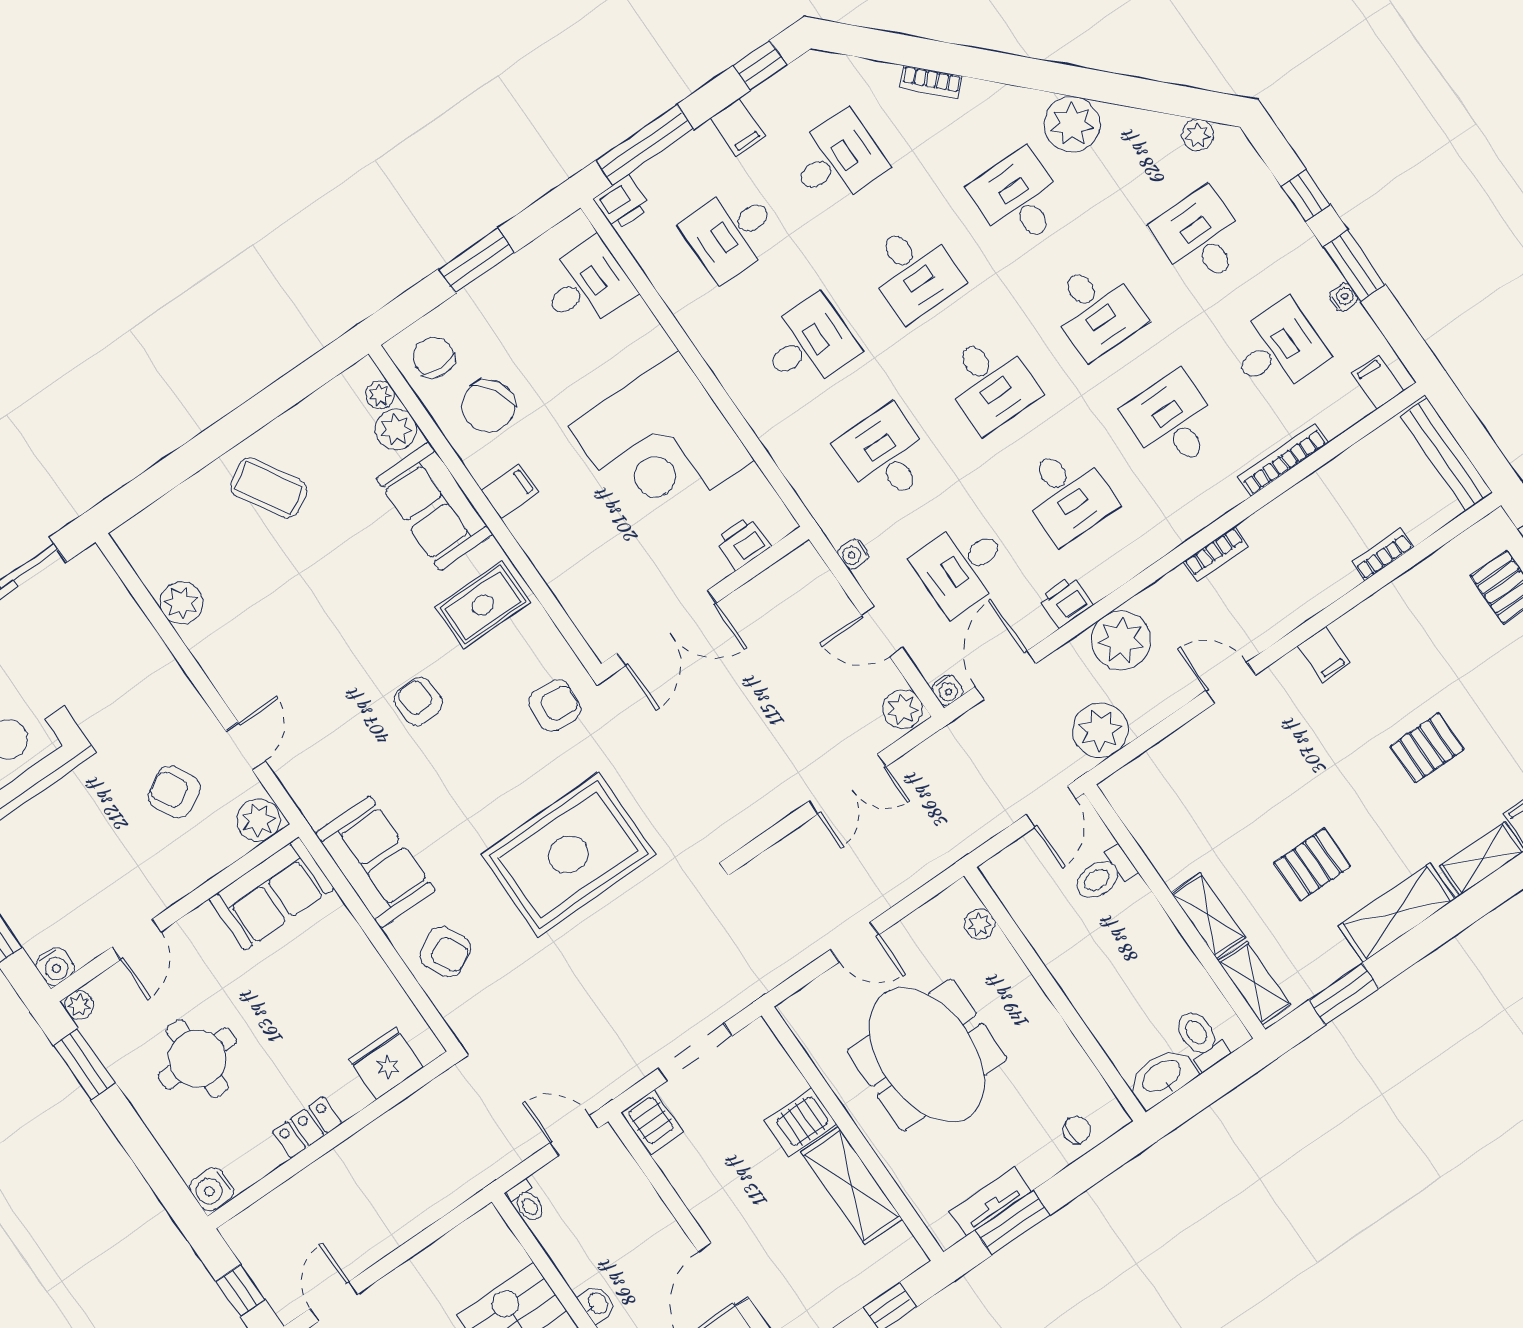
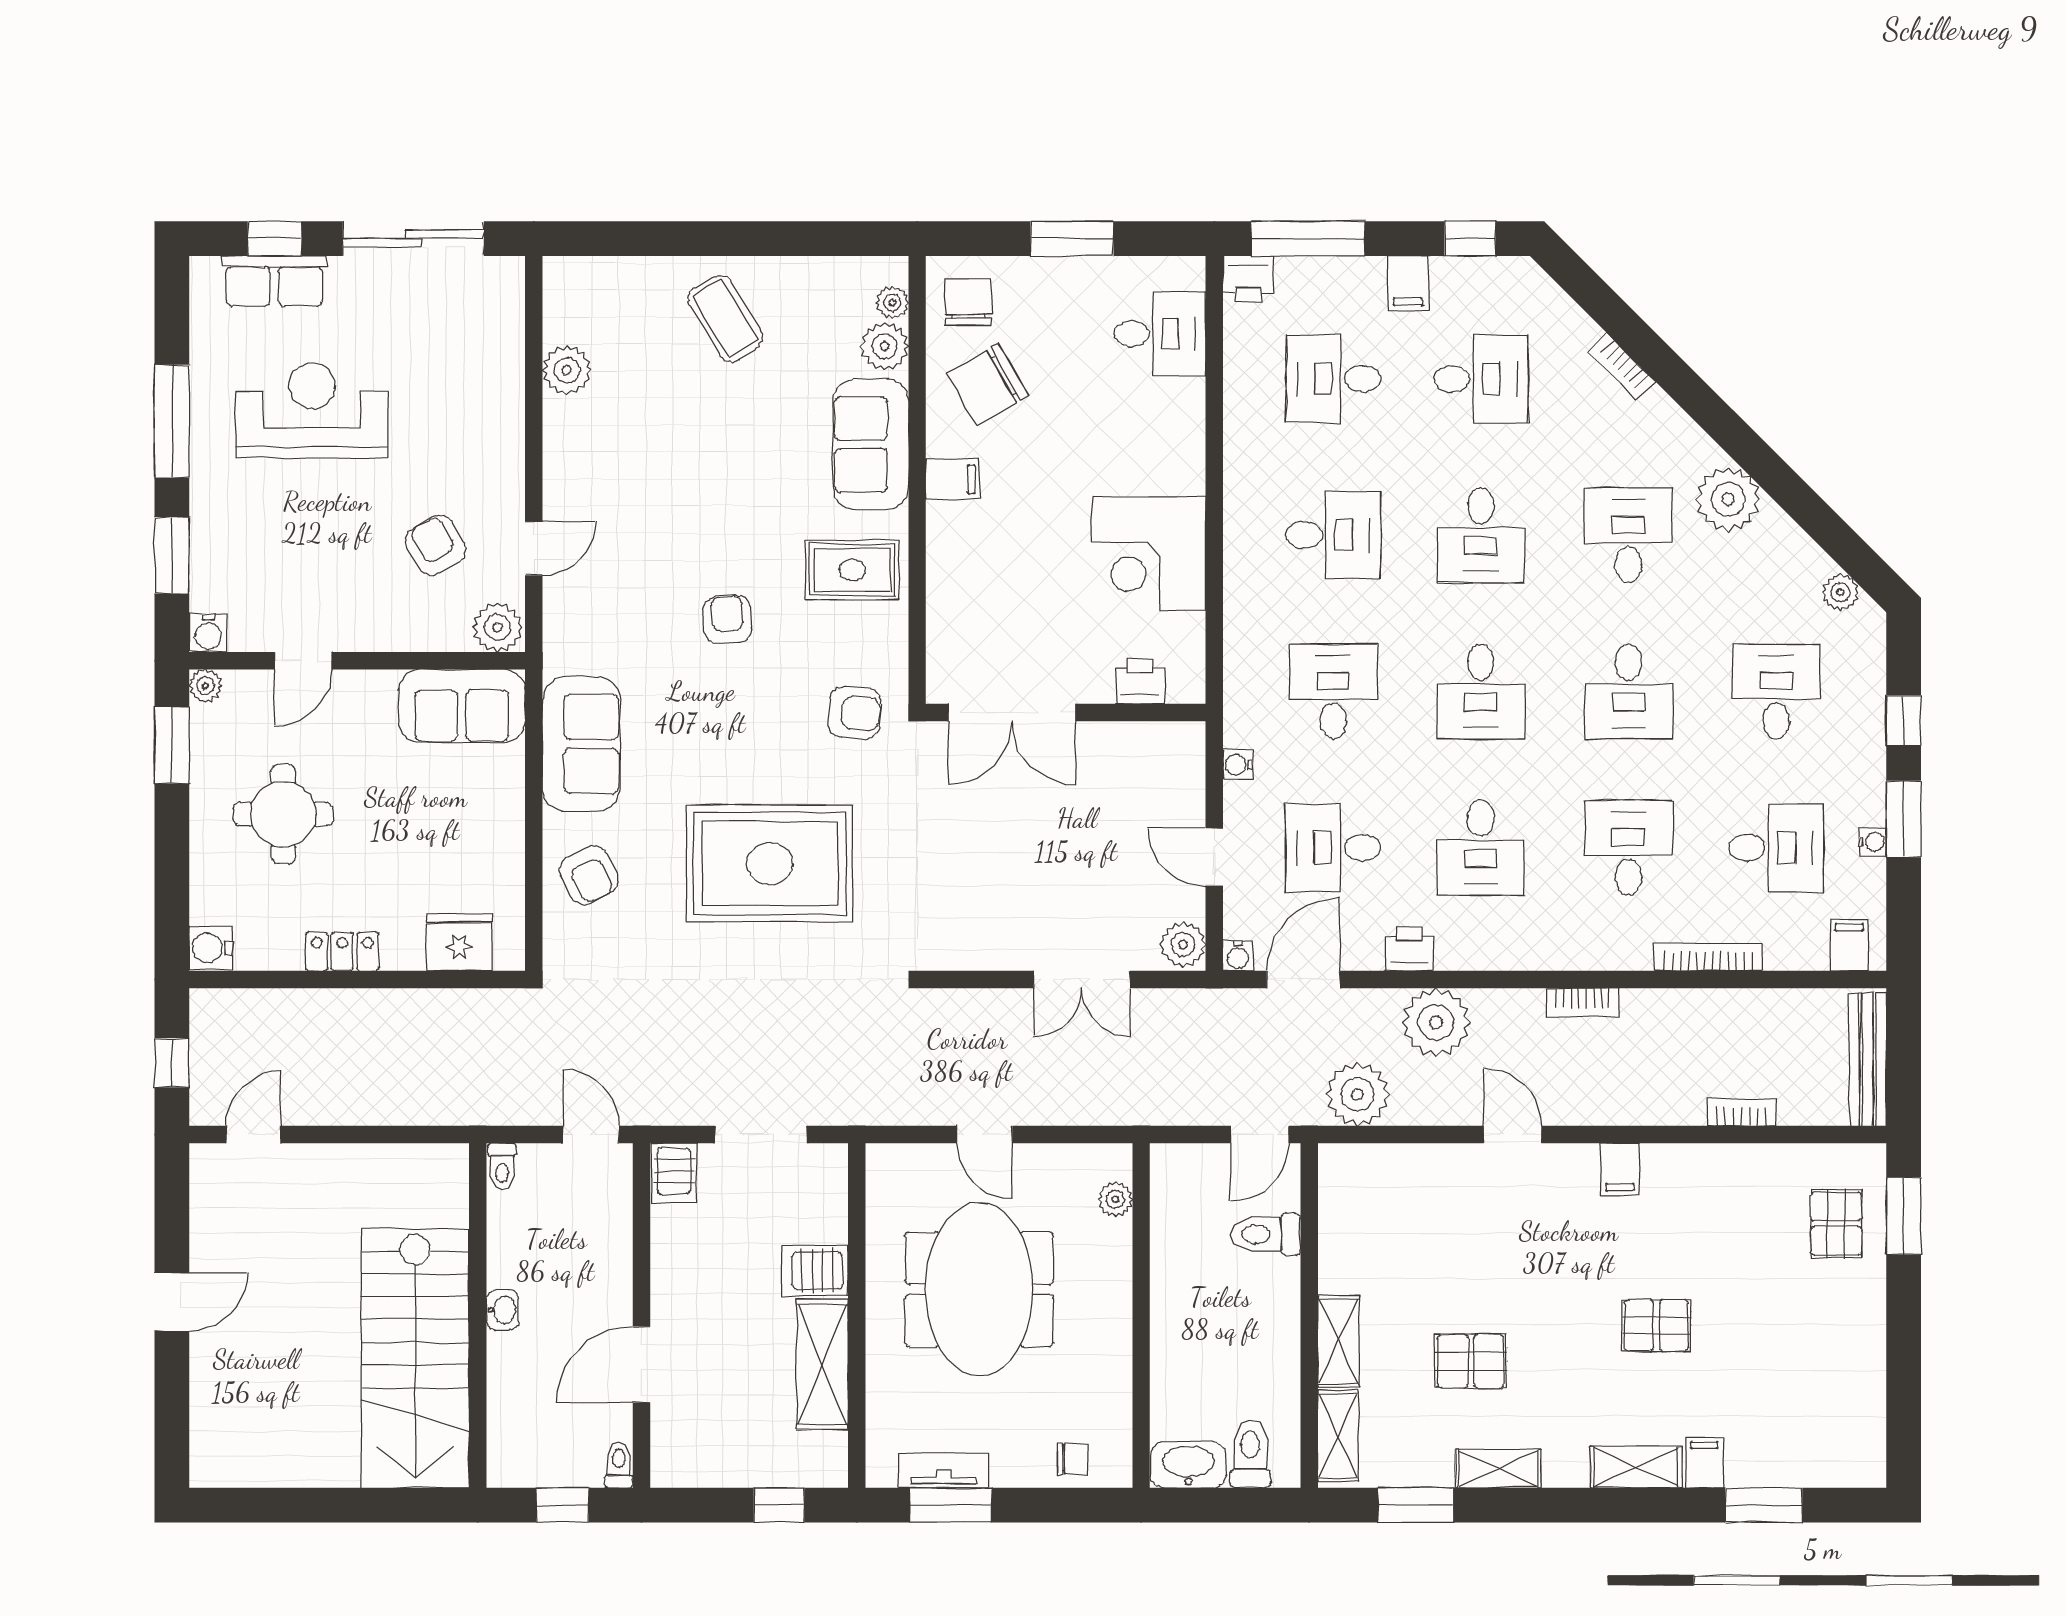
corner desk: (661, 443) -> (1149, 554), width x0.74, depth x0.74
shelving: (1397, 913) -> (1498, 1469), width x0.67, depth x0.75

